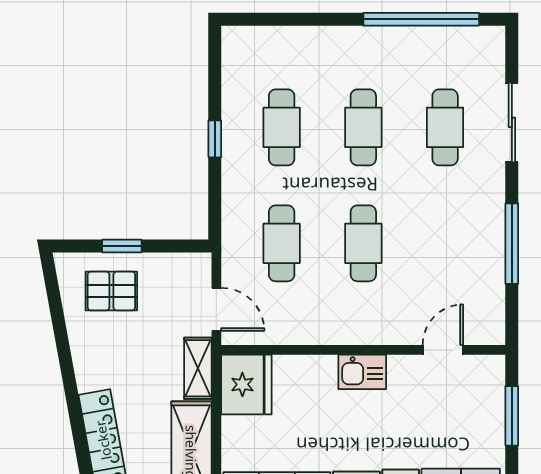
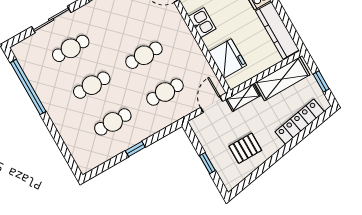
pallet: (111, 291) -> (245, 148), moved, turned 90
fridge: (246, 384) -> (228, 59), moved, turned 90

